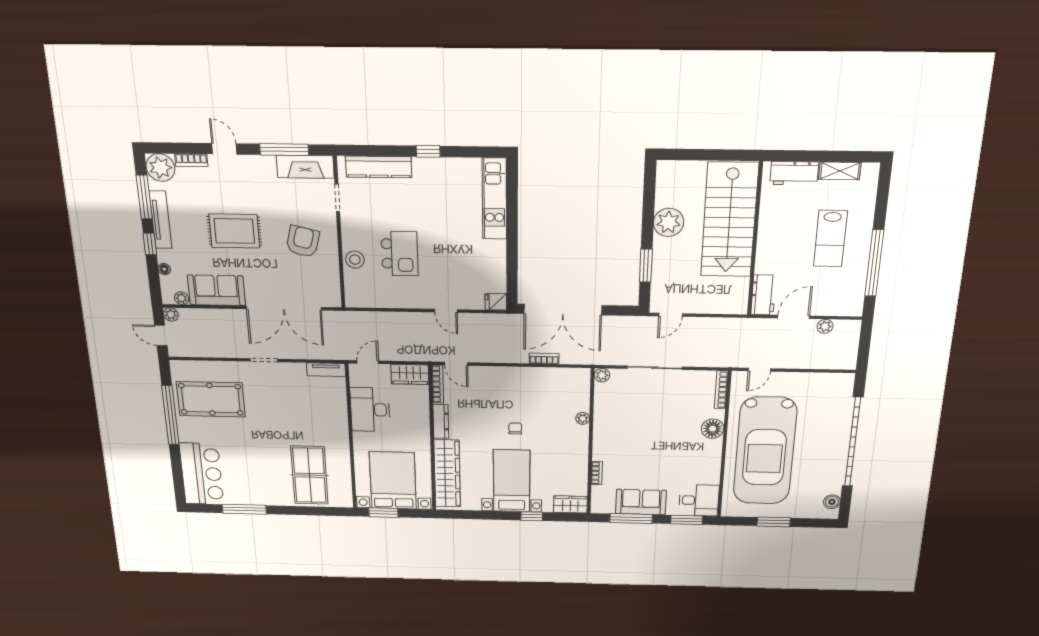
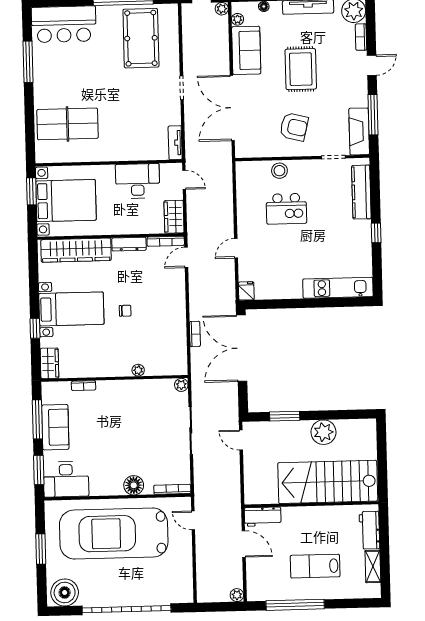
plant: (825, 326) -> (237, 595), moved
desk: (699, 500) -> (66, 479), width x1.37
boiler: (832, 502) -> (65, 593), width x1.86, depth x1.86

